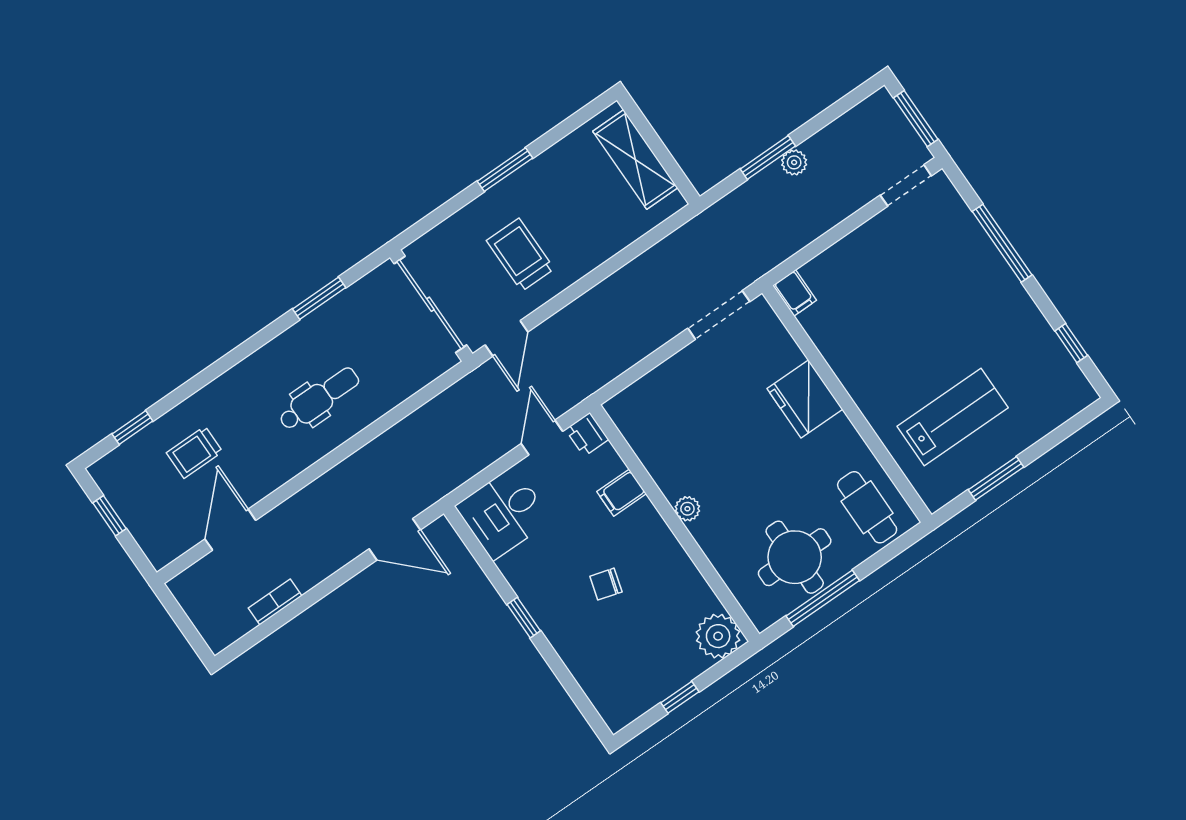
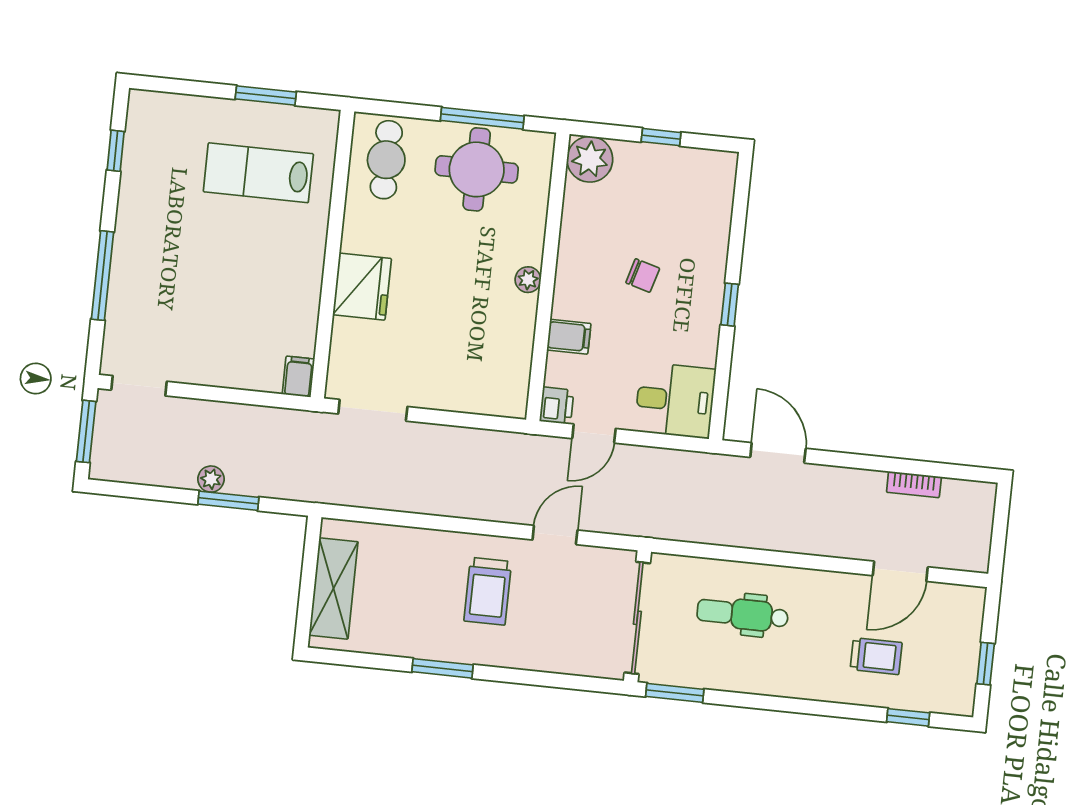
sliding door: (430, 304) -> (637, 618), moved
wall: (431, 306) -> (638, 616), moved

